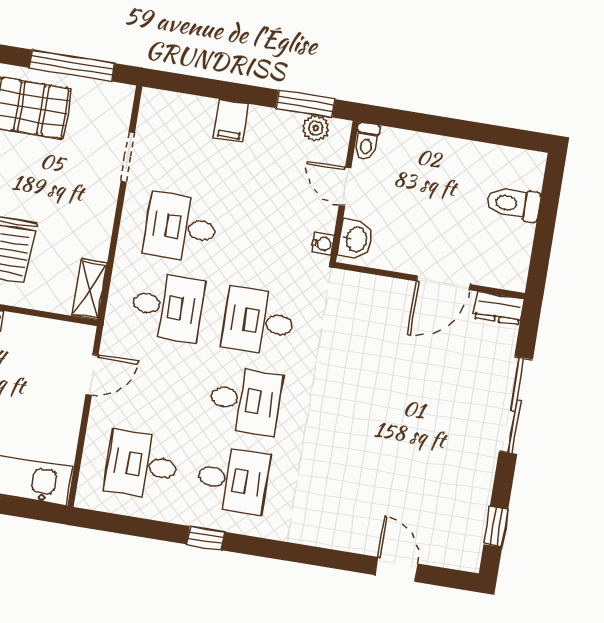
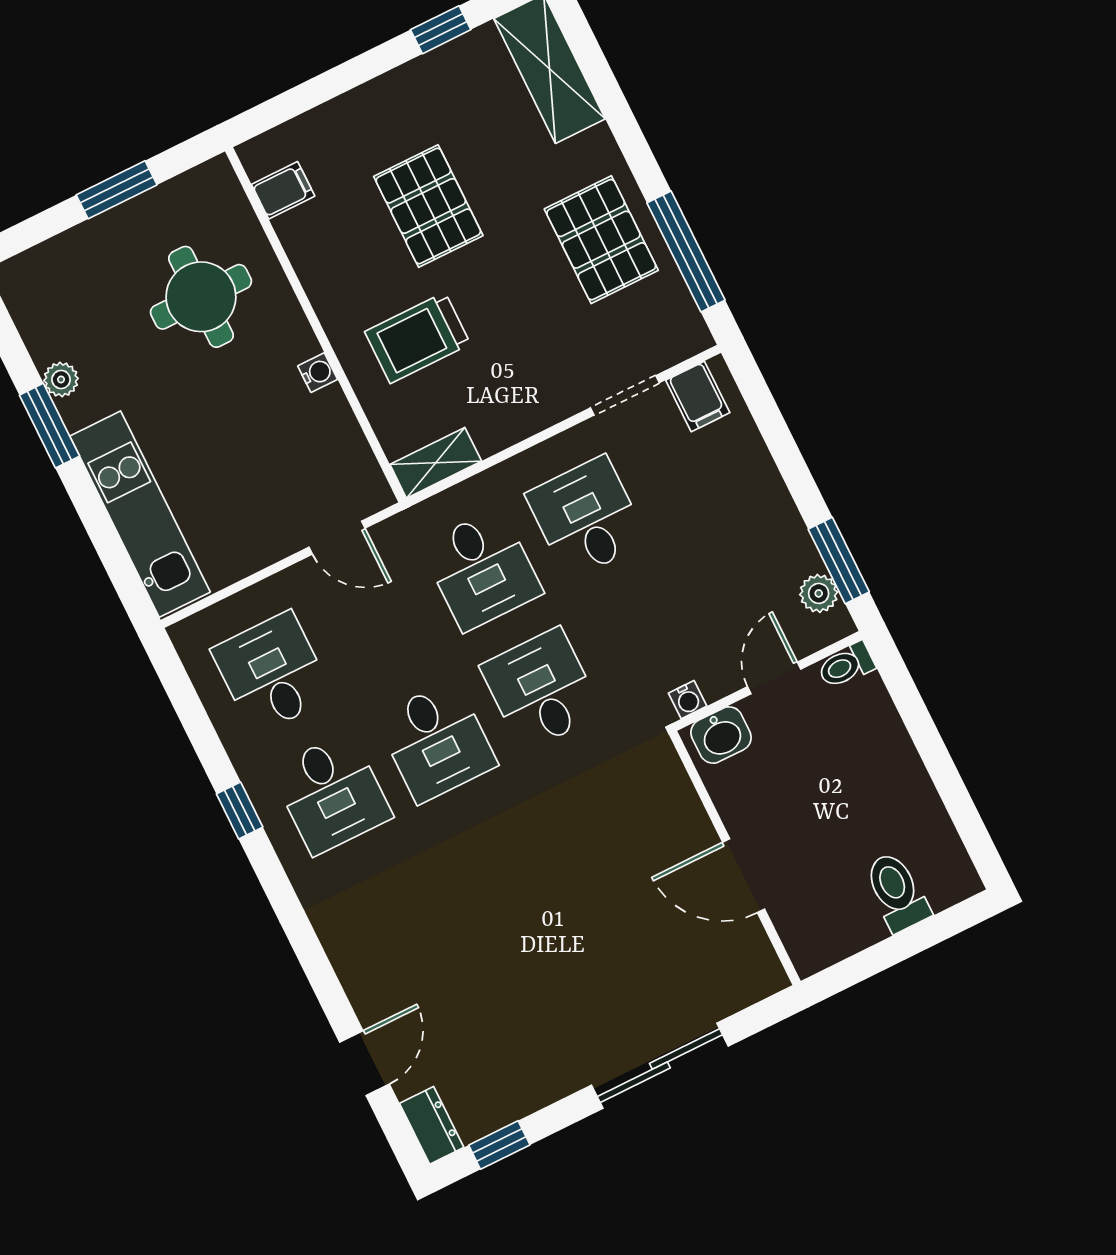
filing cabinet: (231, 121) -> (698, 396), moved, turned -90
dresser: (499, 308) -> (432, 1125), moved, turned 180

